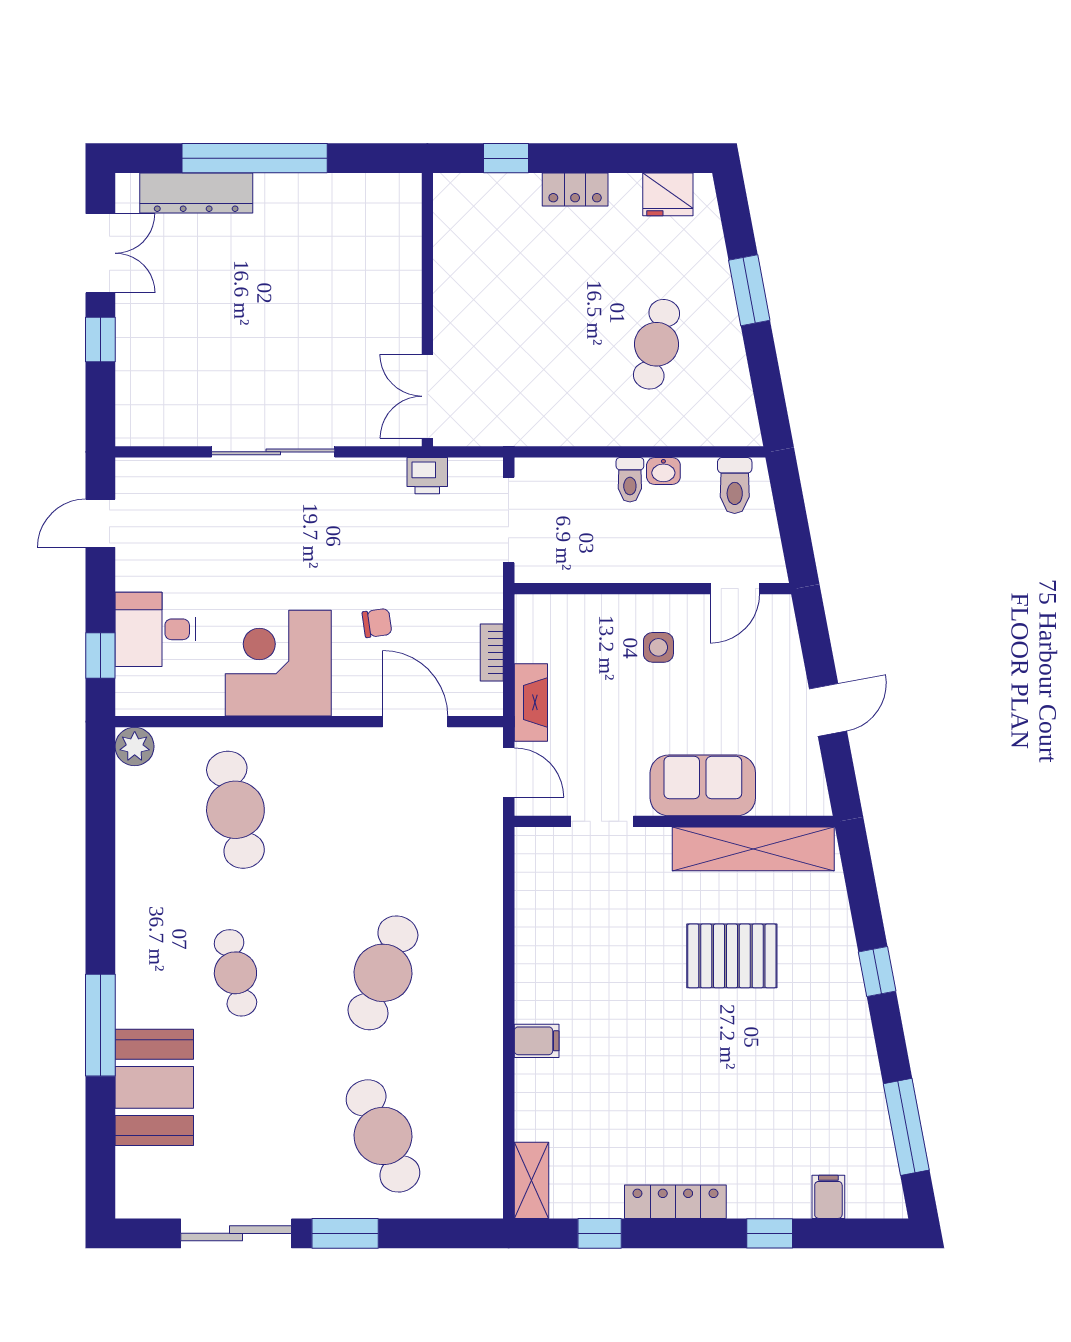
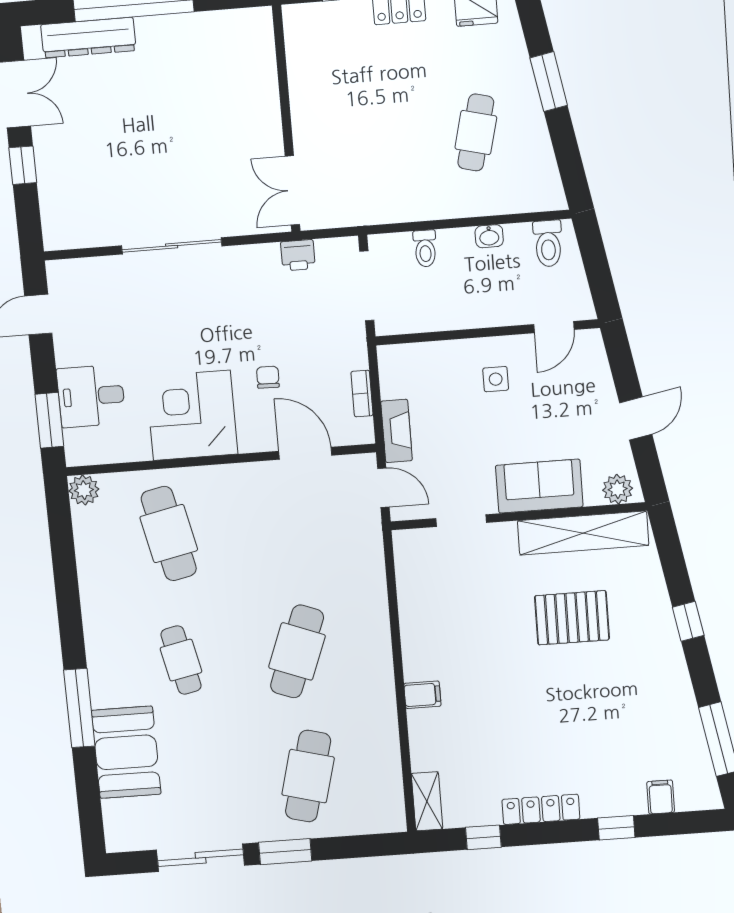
toilet: (630, 480) -> (425, 248), moved
chair: (377, 623) -> (268, 377), turned -81
window: (100, 656) -> (49, 420), width x1.50
plant: (800, 797) -> (618, 489), added
cafe table: (383, 1136) -> (308, 776), turned 39

